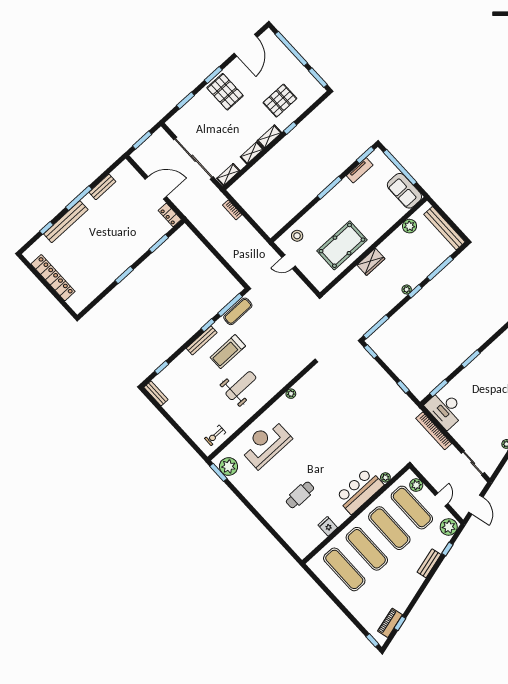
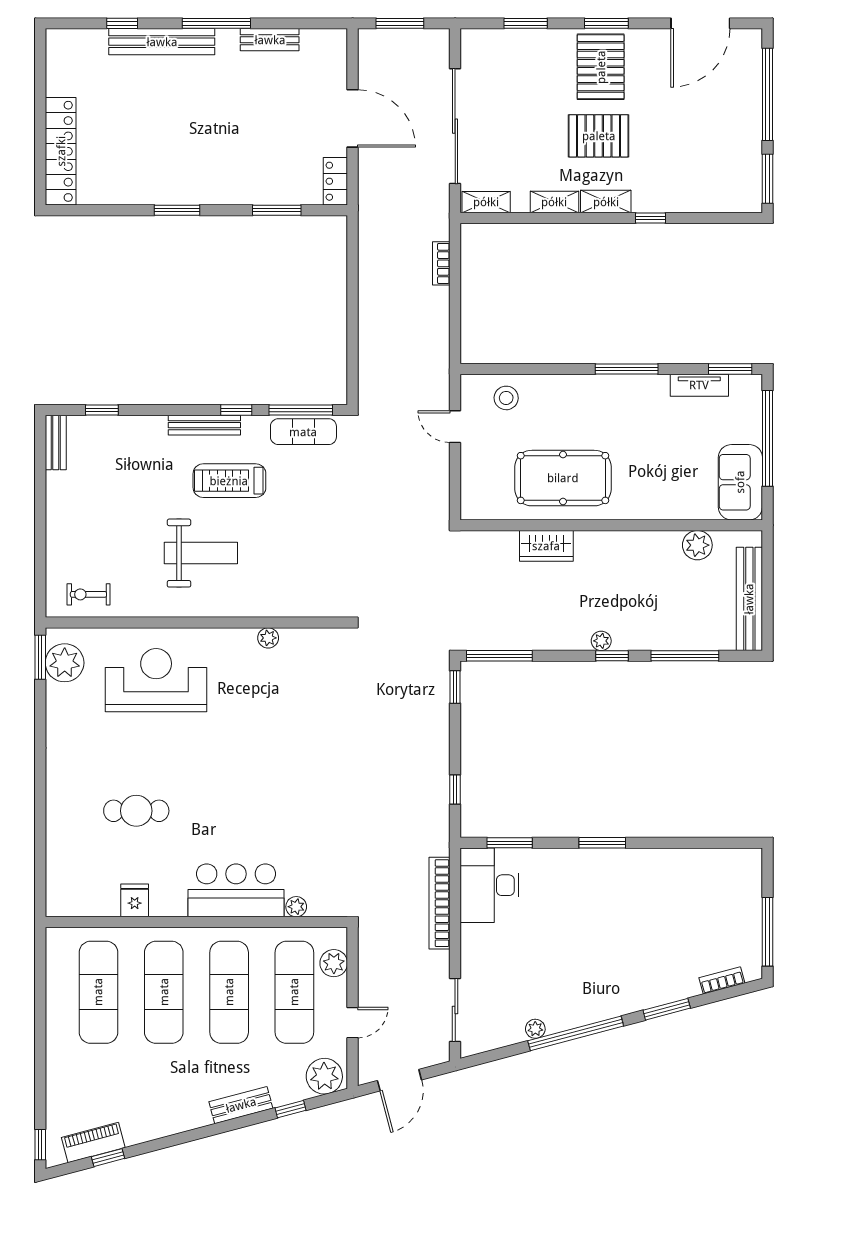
pallet: (280, 101) -> (599, 136), moved
wardrobe: (371, 262) -> (546, 546), moved
locker: (53, 278) -> (61, 151), moved

